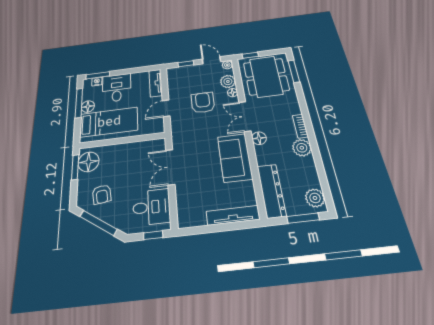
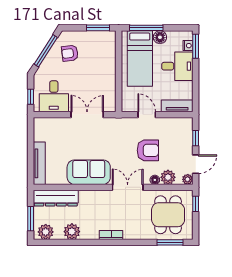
dining table: (266, 76) -> (168, 215), width x0.73
window: (79, 103) -> (146, 28), moved
floor lamp: (259, 138) -> (104, 196), removed
plant: (302, 148) -> (72, 232), moved
floor lamp: (89, 162) -> (102, 40), removed

